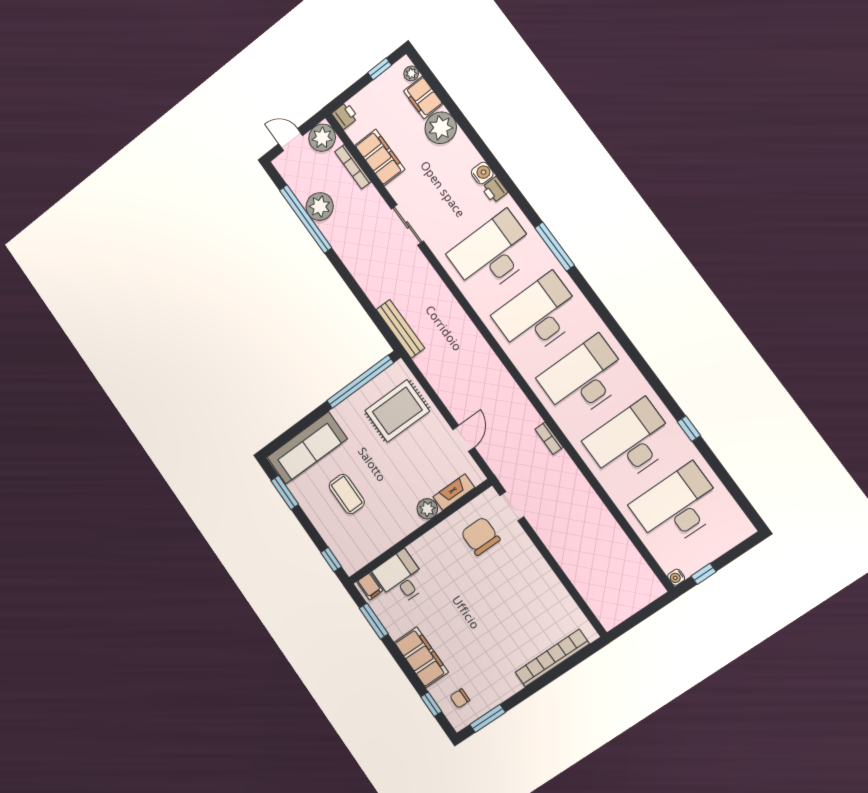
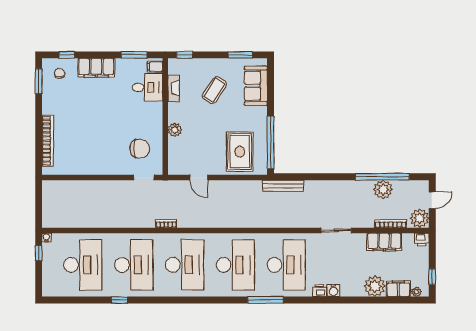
sofa: (307, 448) -> (256, 86), width x0.73
fireplace: (454, 492) -> (174, 88), moved
coffee table: (347, 494) -> (214, 90), turned -56

